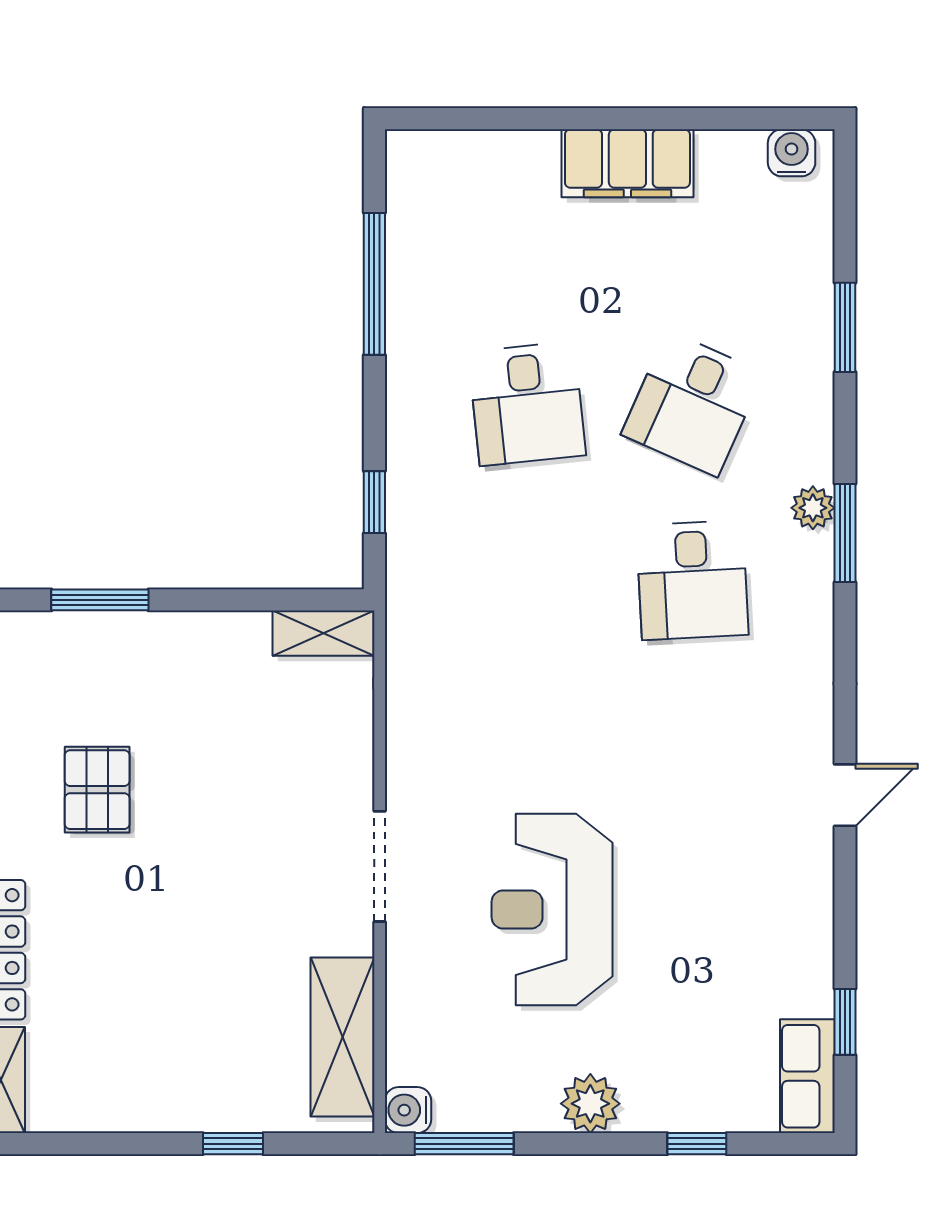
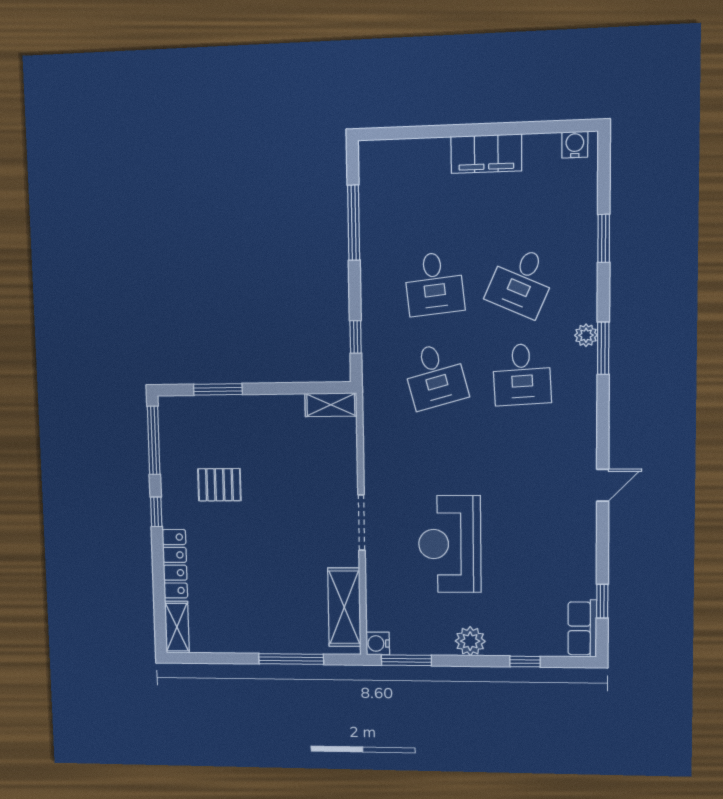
desk: (527, 580) -> (435, 376), added
pallet: (97, 790) -> (219, 485), turned 90
window: (233, 1144) -> (291, 659), width x2.17

